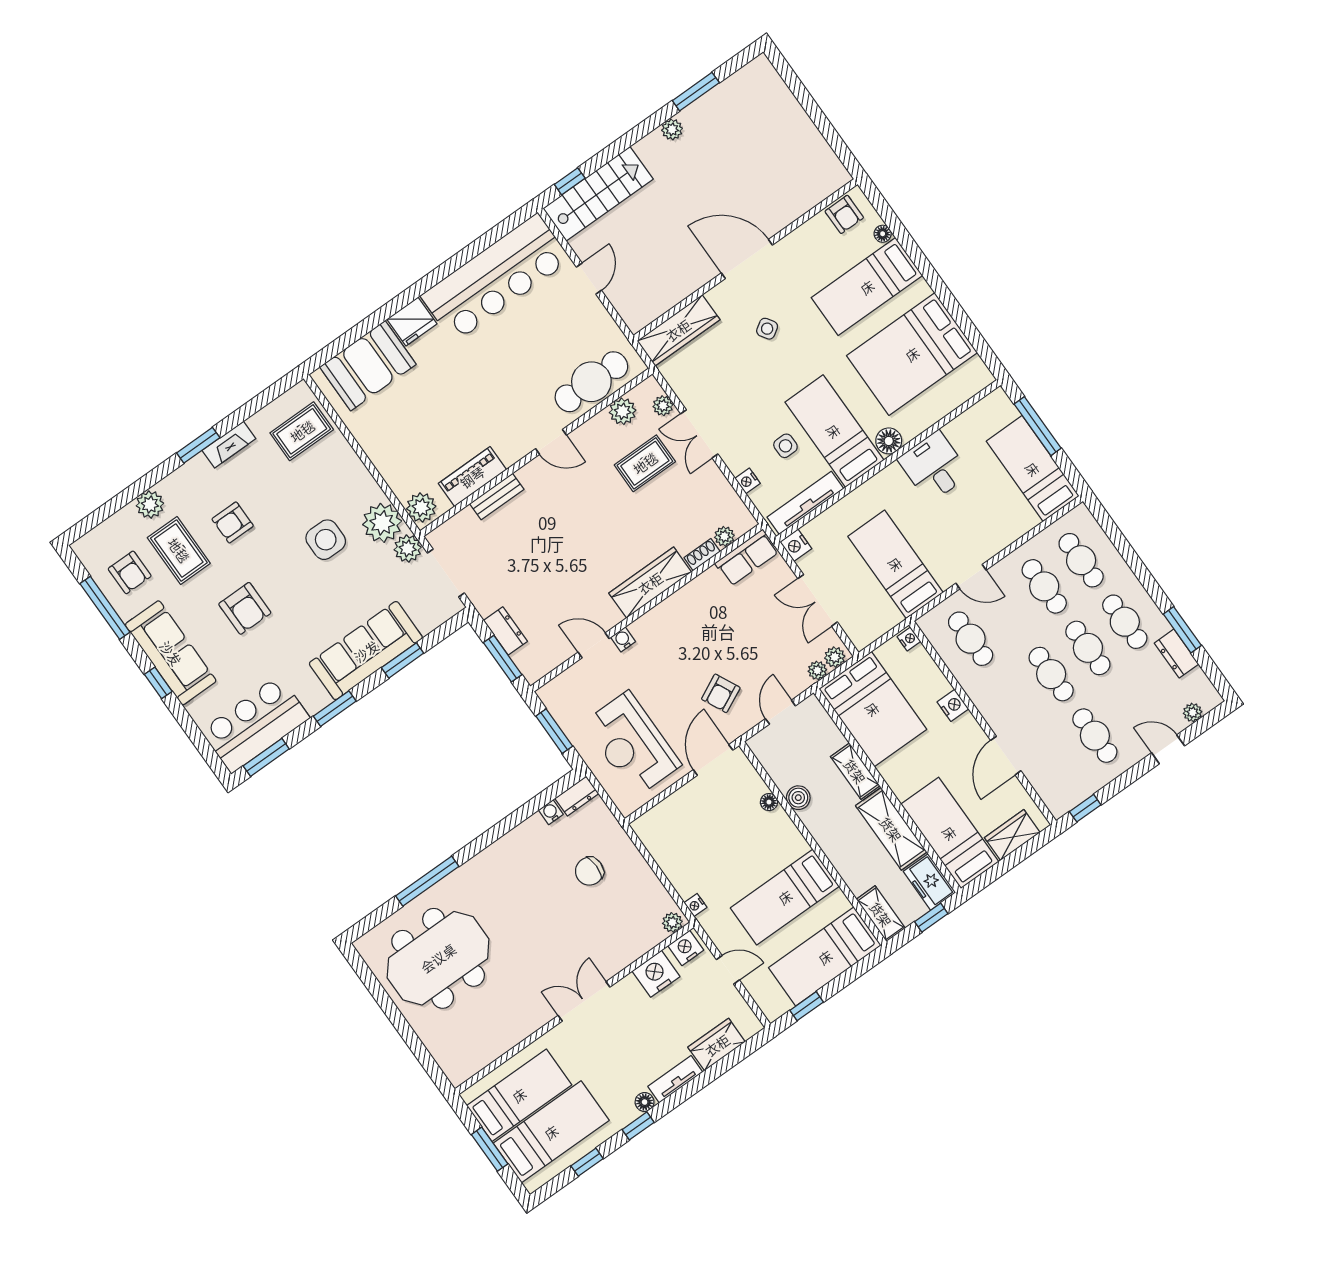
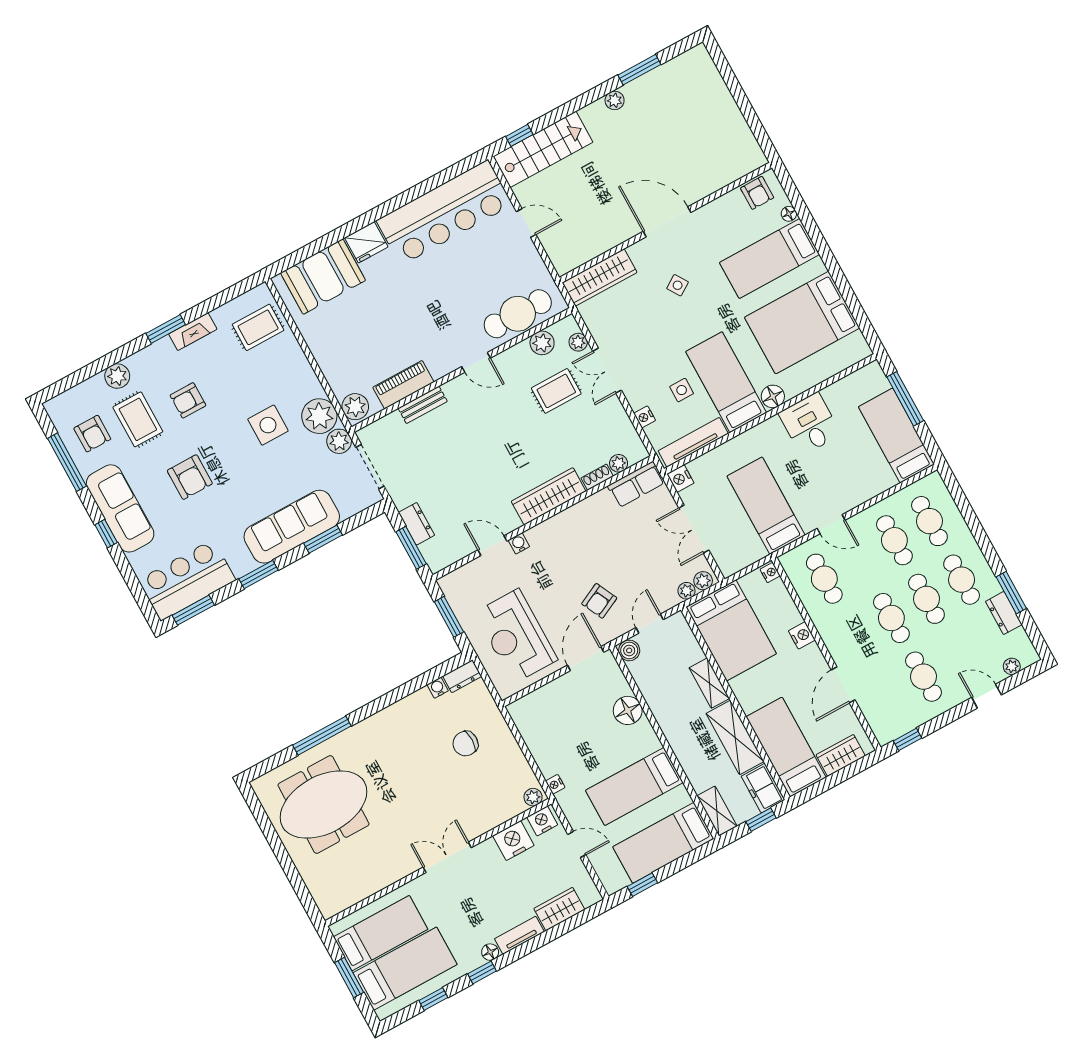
door: (589, 279) -> (526, 223), hinge flipped
boiler: (798, 798) -> (629, 650), moved
floor lamp: (769, 802) -> (628, 710), width x1.89, depth x1.89

